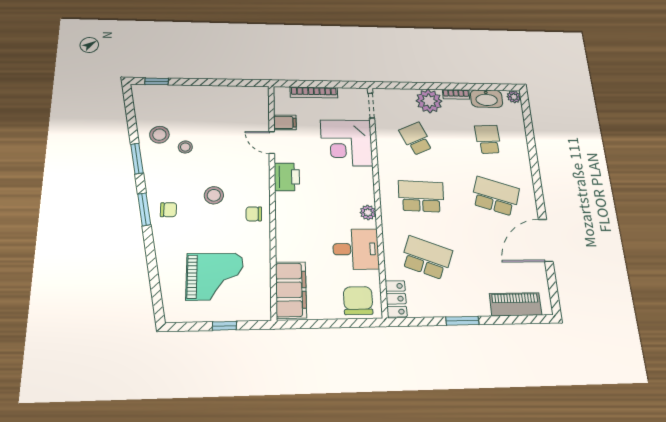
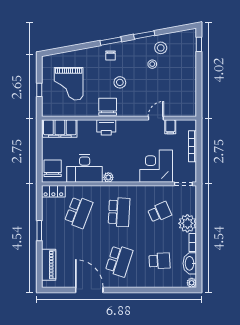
printer: (287, 177) -> (106, 127), moved
chair: (254, 214) -> (108, 107), width x1.87, depth x1.87
desk: (356, 249) -> (85, 169), width x1.37
chair: (358, 301) -> (53, 168), turned -90

